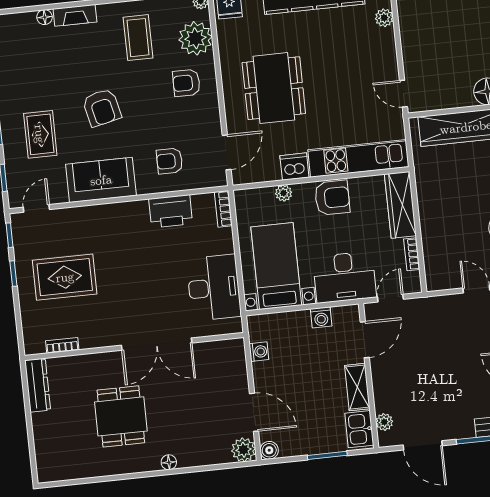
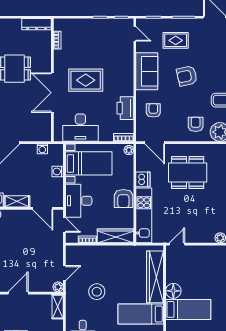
plant: (284, 193) -> (129, 150), moved
rug: (65, 277) -> (86, 80), moved, turned 90
washing machine: (321, 317) -> (58, 171), moved

